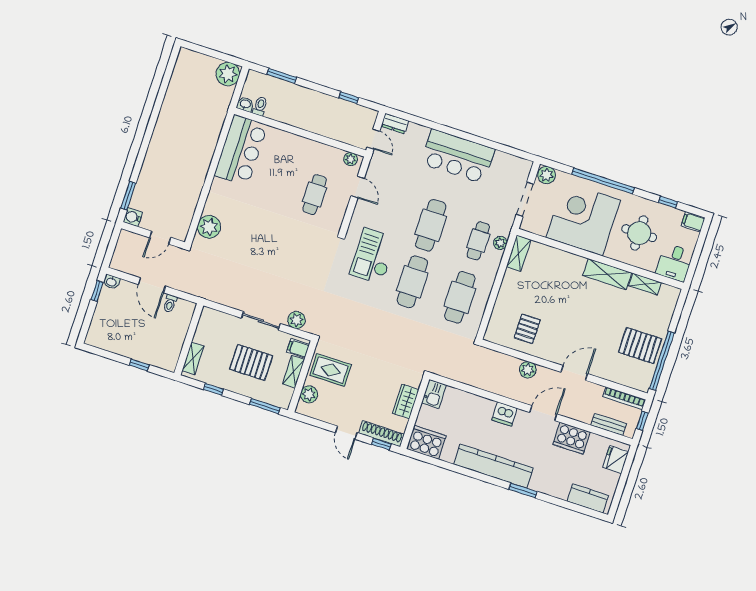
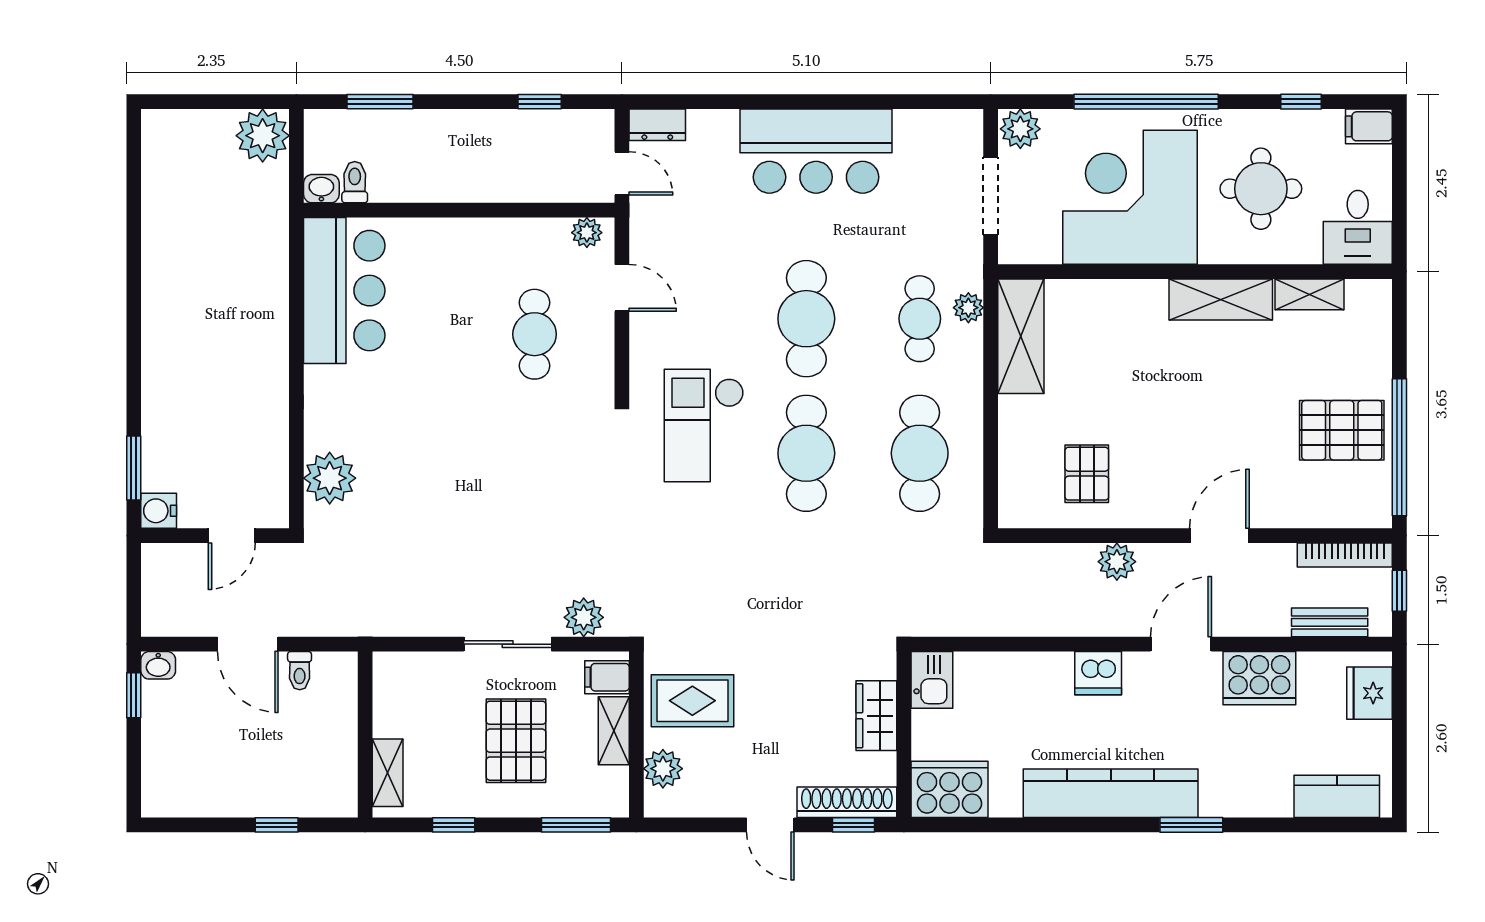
shelving: (519, 253) -> (1021, 336), width x1.50, depth x1.33
pallet: (251, 362) -> (516, 741), turned 90

